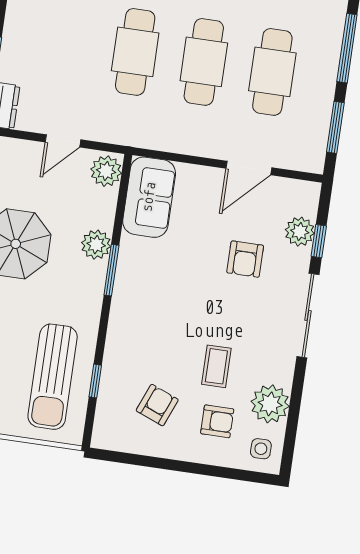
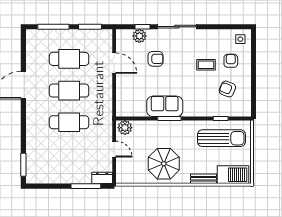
sofa: (149, 197) -> (165, 106), moved
plant: (96, 245) -> (159, 127), removed
plant: (270, 404) -> (219, 38), removed

